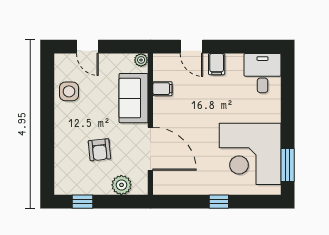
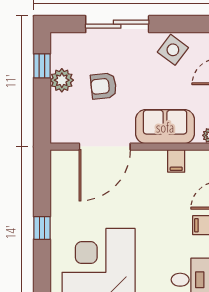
side table: (69, 91) -> (173, 50), turned 37
sliding door: (47, 138) -> (117, 24), added
plant: (121, 185) -> (62, 80), moved

